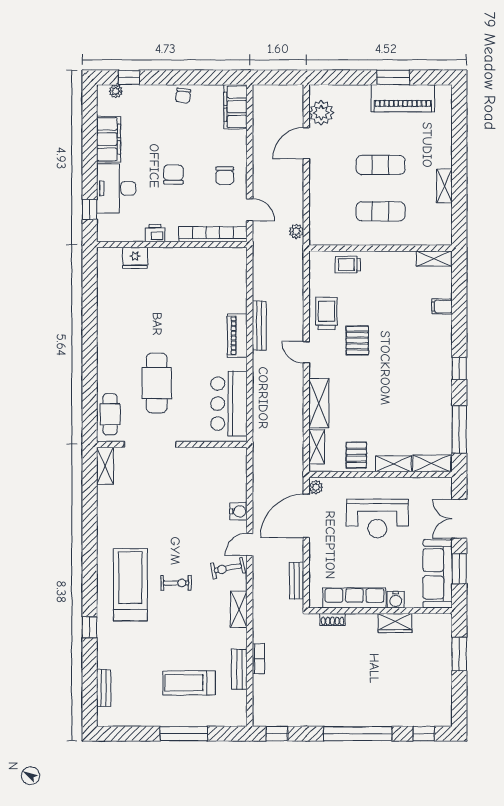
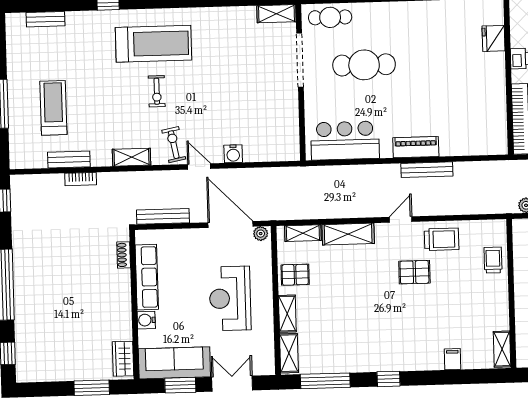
bench: (297, 581) -> (163, 216), width x1.36
wardrobe: (395, 623) -> (123, 359), moved

